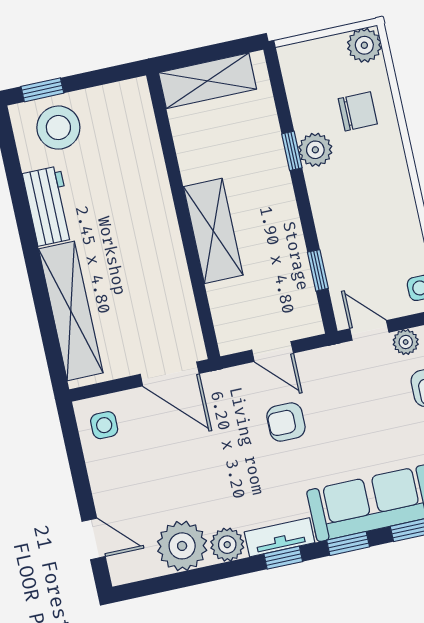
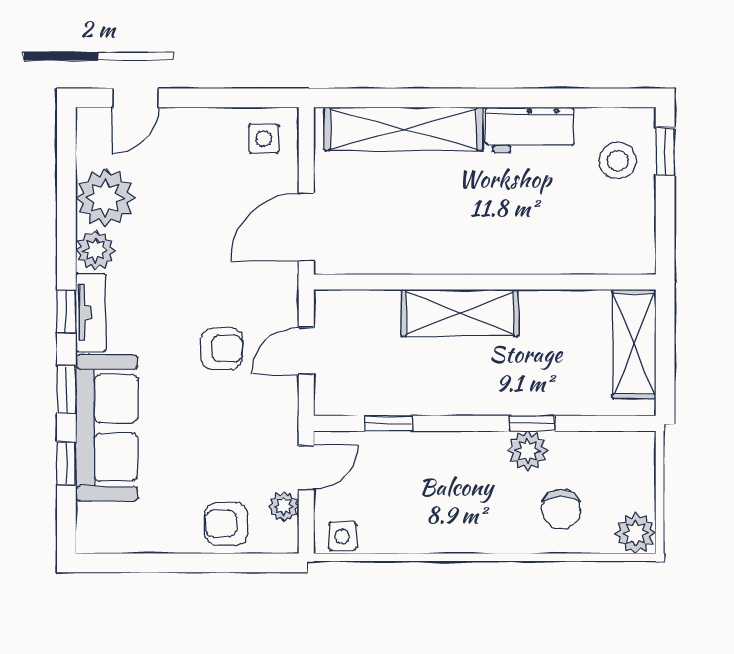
stool: (58, 128) -> (618, 161), width x0.73, depth x0.73
armchair: (286, 422) -> (222, 349), turned 90

